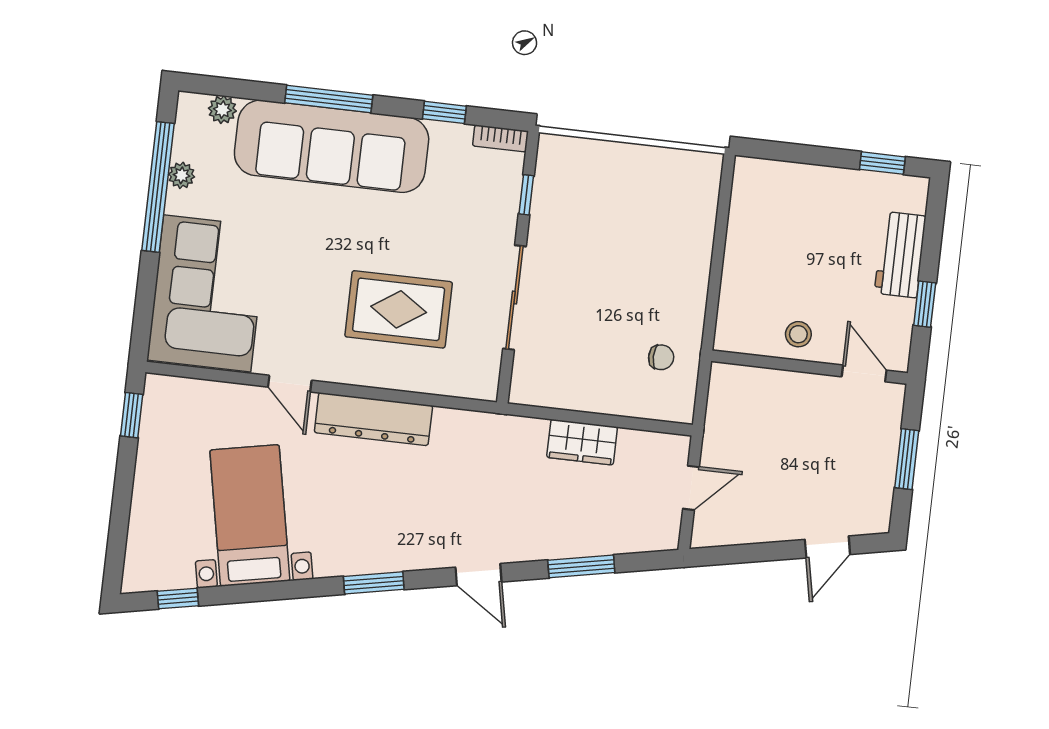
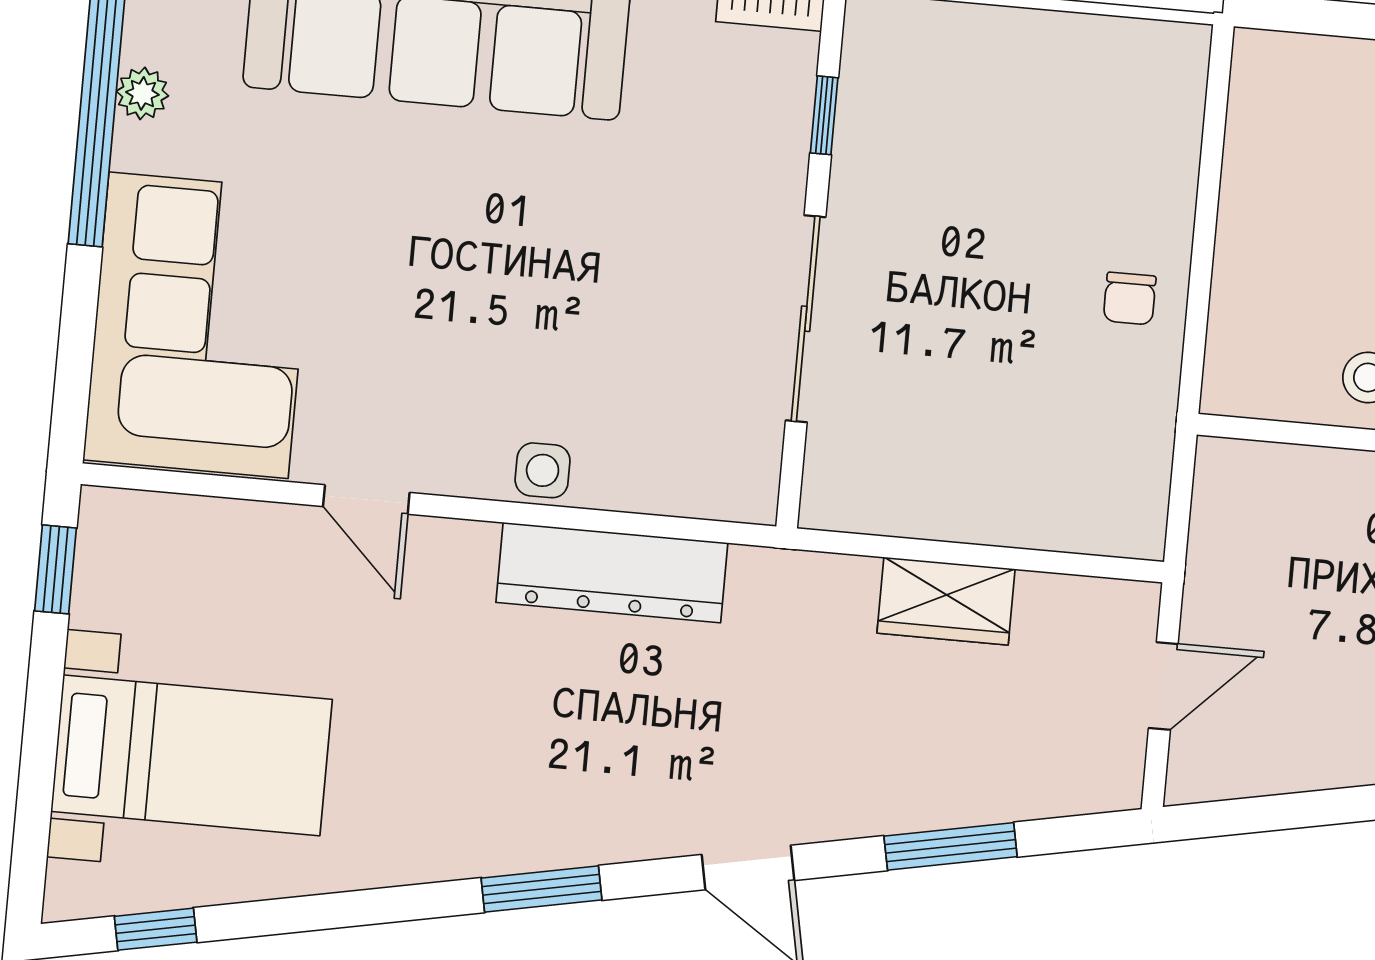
rug: (399, 309) -> (577, 348), removed
chair: (661, 357) -> (1130, 298), moved, turned 90
side table: (379, 371) -> (543, 470), added
dresser: (373, 419) -> (612, 573), moved
bed with nightstands: (250, 515) -> (191, 755), moved, turned 101

